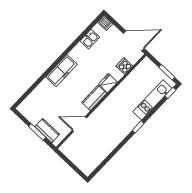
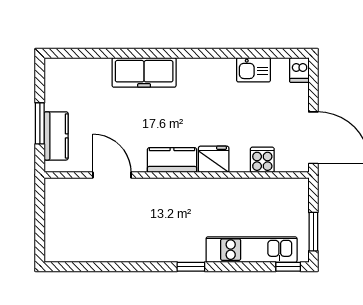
freezer: (61, 71) -> (144, 72), moved

